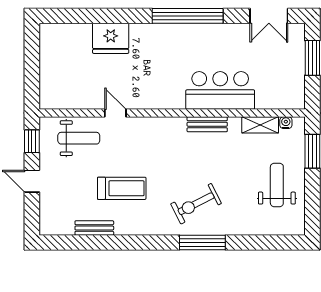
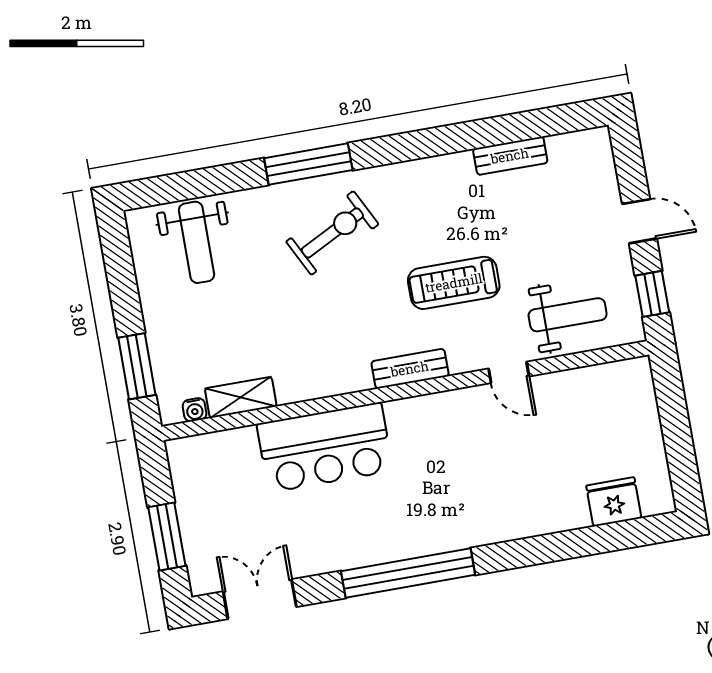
fridge: (111, 38) -> (614, 502), moved, width x0.73, depth x0.75
bench: (207, 124) -> (410, 369), moved
weight bench: (79, 138) -> (568, 315), turned 180
weight bench: (277, 185) -> (196, 242), moved
treadmill: (122, 188) -> (454, 283), moved

